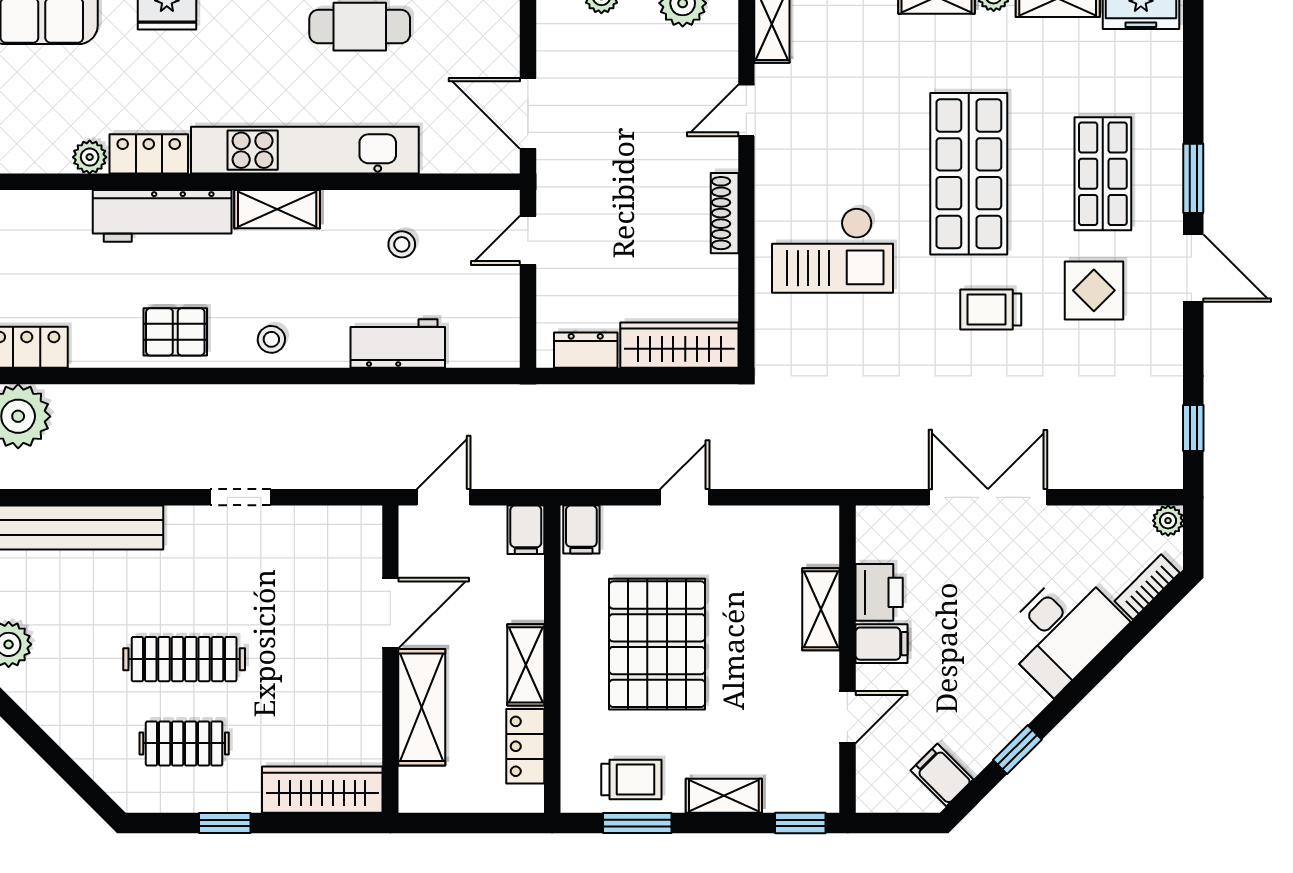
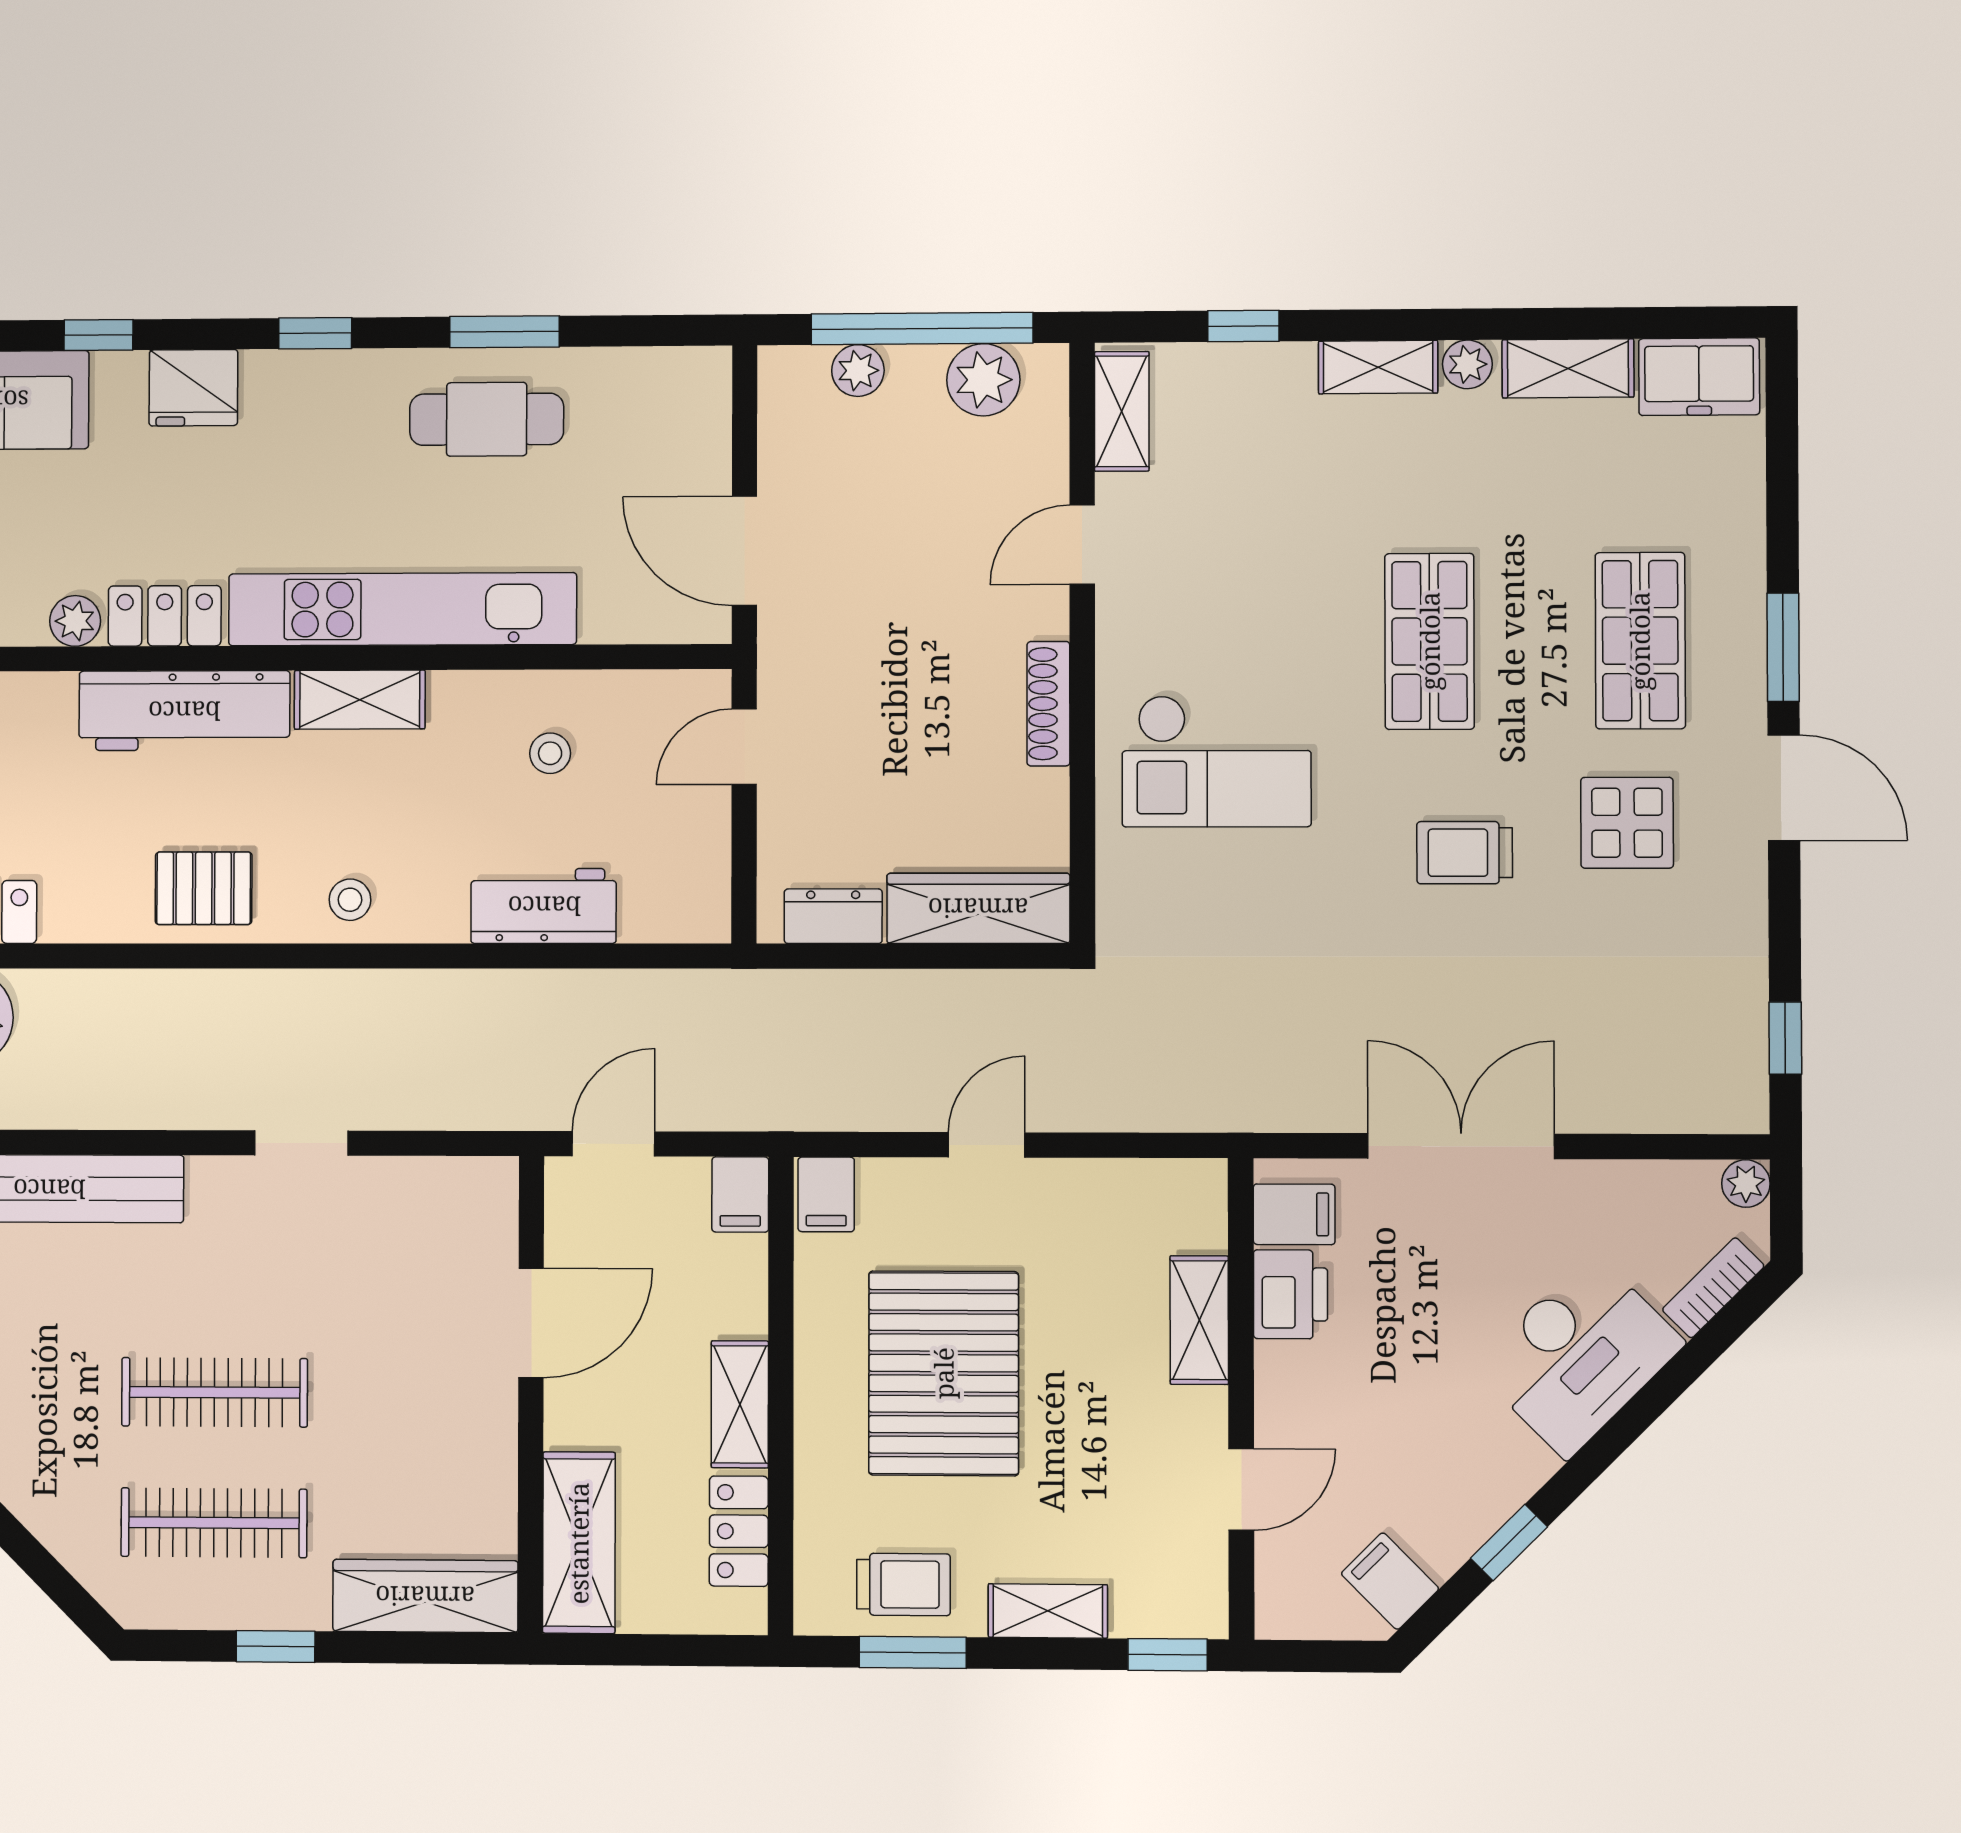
shop shelf: (969, 174) -> (1430, 641), width x0.70, depth x0.74
filing cabinet: (882, 644) -> (1294, 1214), moved
shelving: (422, 707) -> (579, 1543), moved
clothes rail: (184, 743) -> (214, 1523), width x1.36

